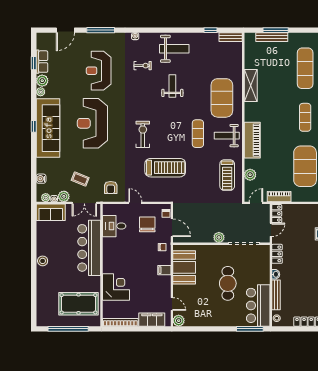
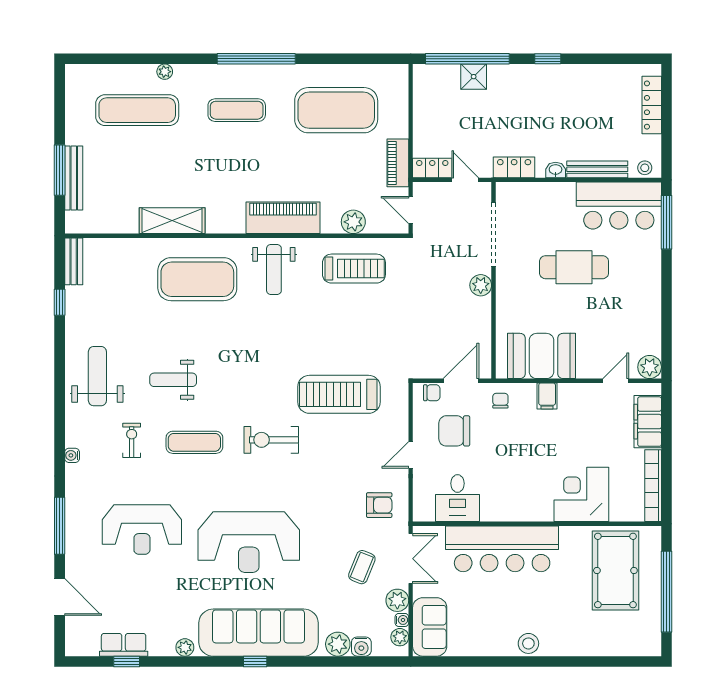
plant: (42, 81) -> (338, 644), moved
exercise mat: (198, 134) -> (194, 442), moved
treadmill: (165, 168) -> (339, 394), turned -90

